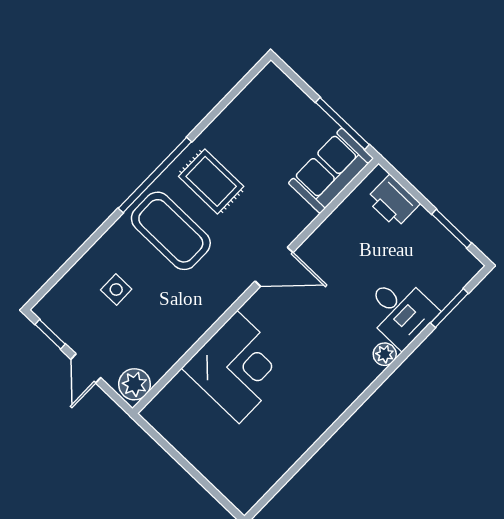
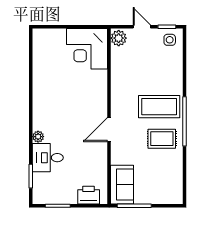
side table: (116, 289) -> (170, 40), moved
corner desk: (238, 367) -> (87, 49), moved

